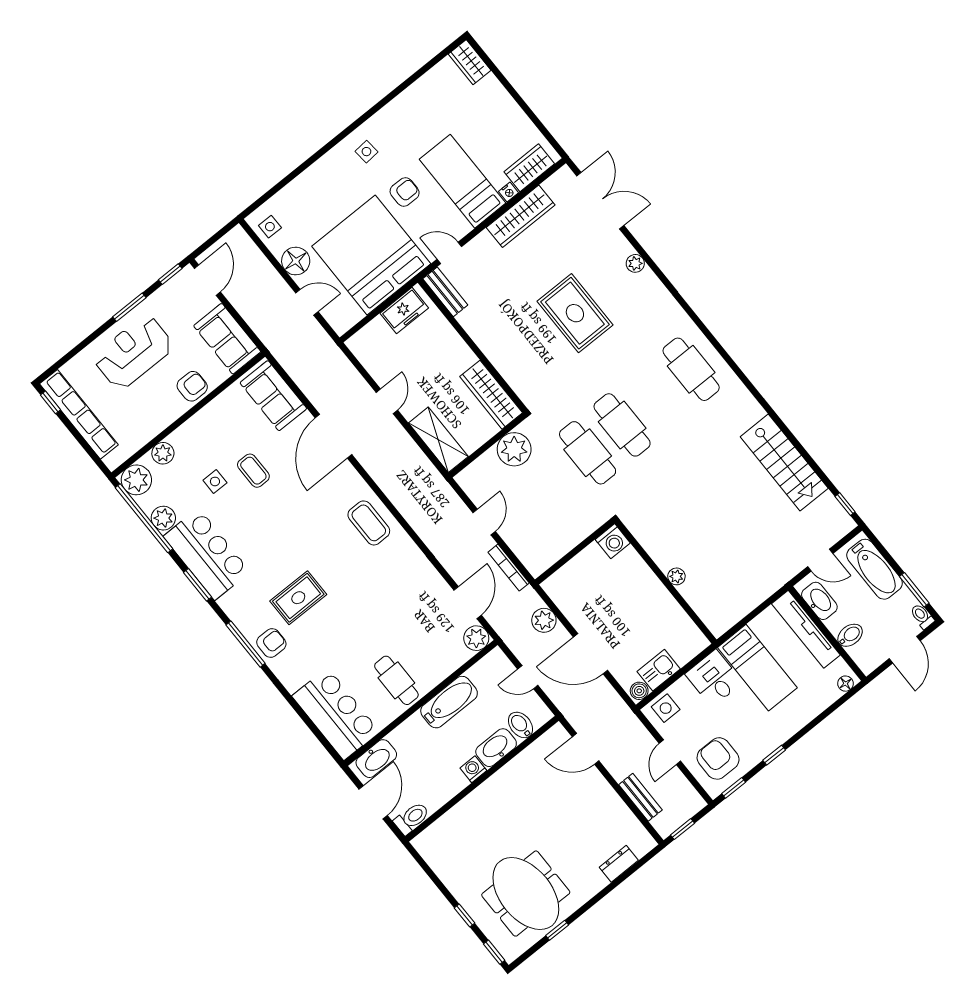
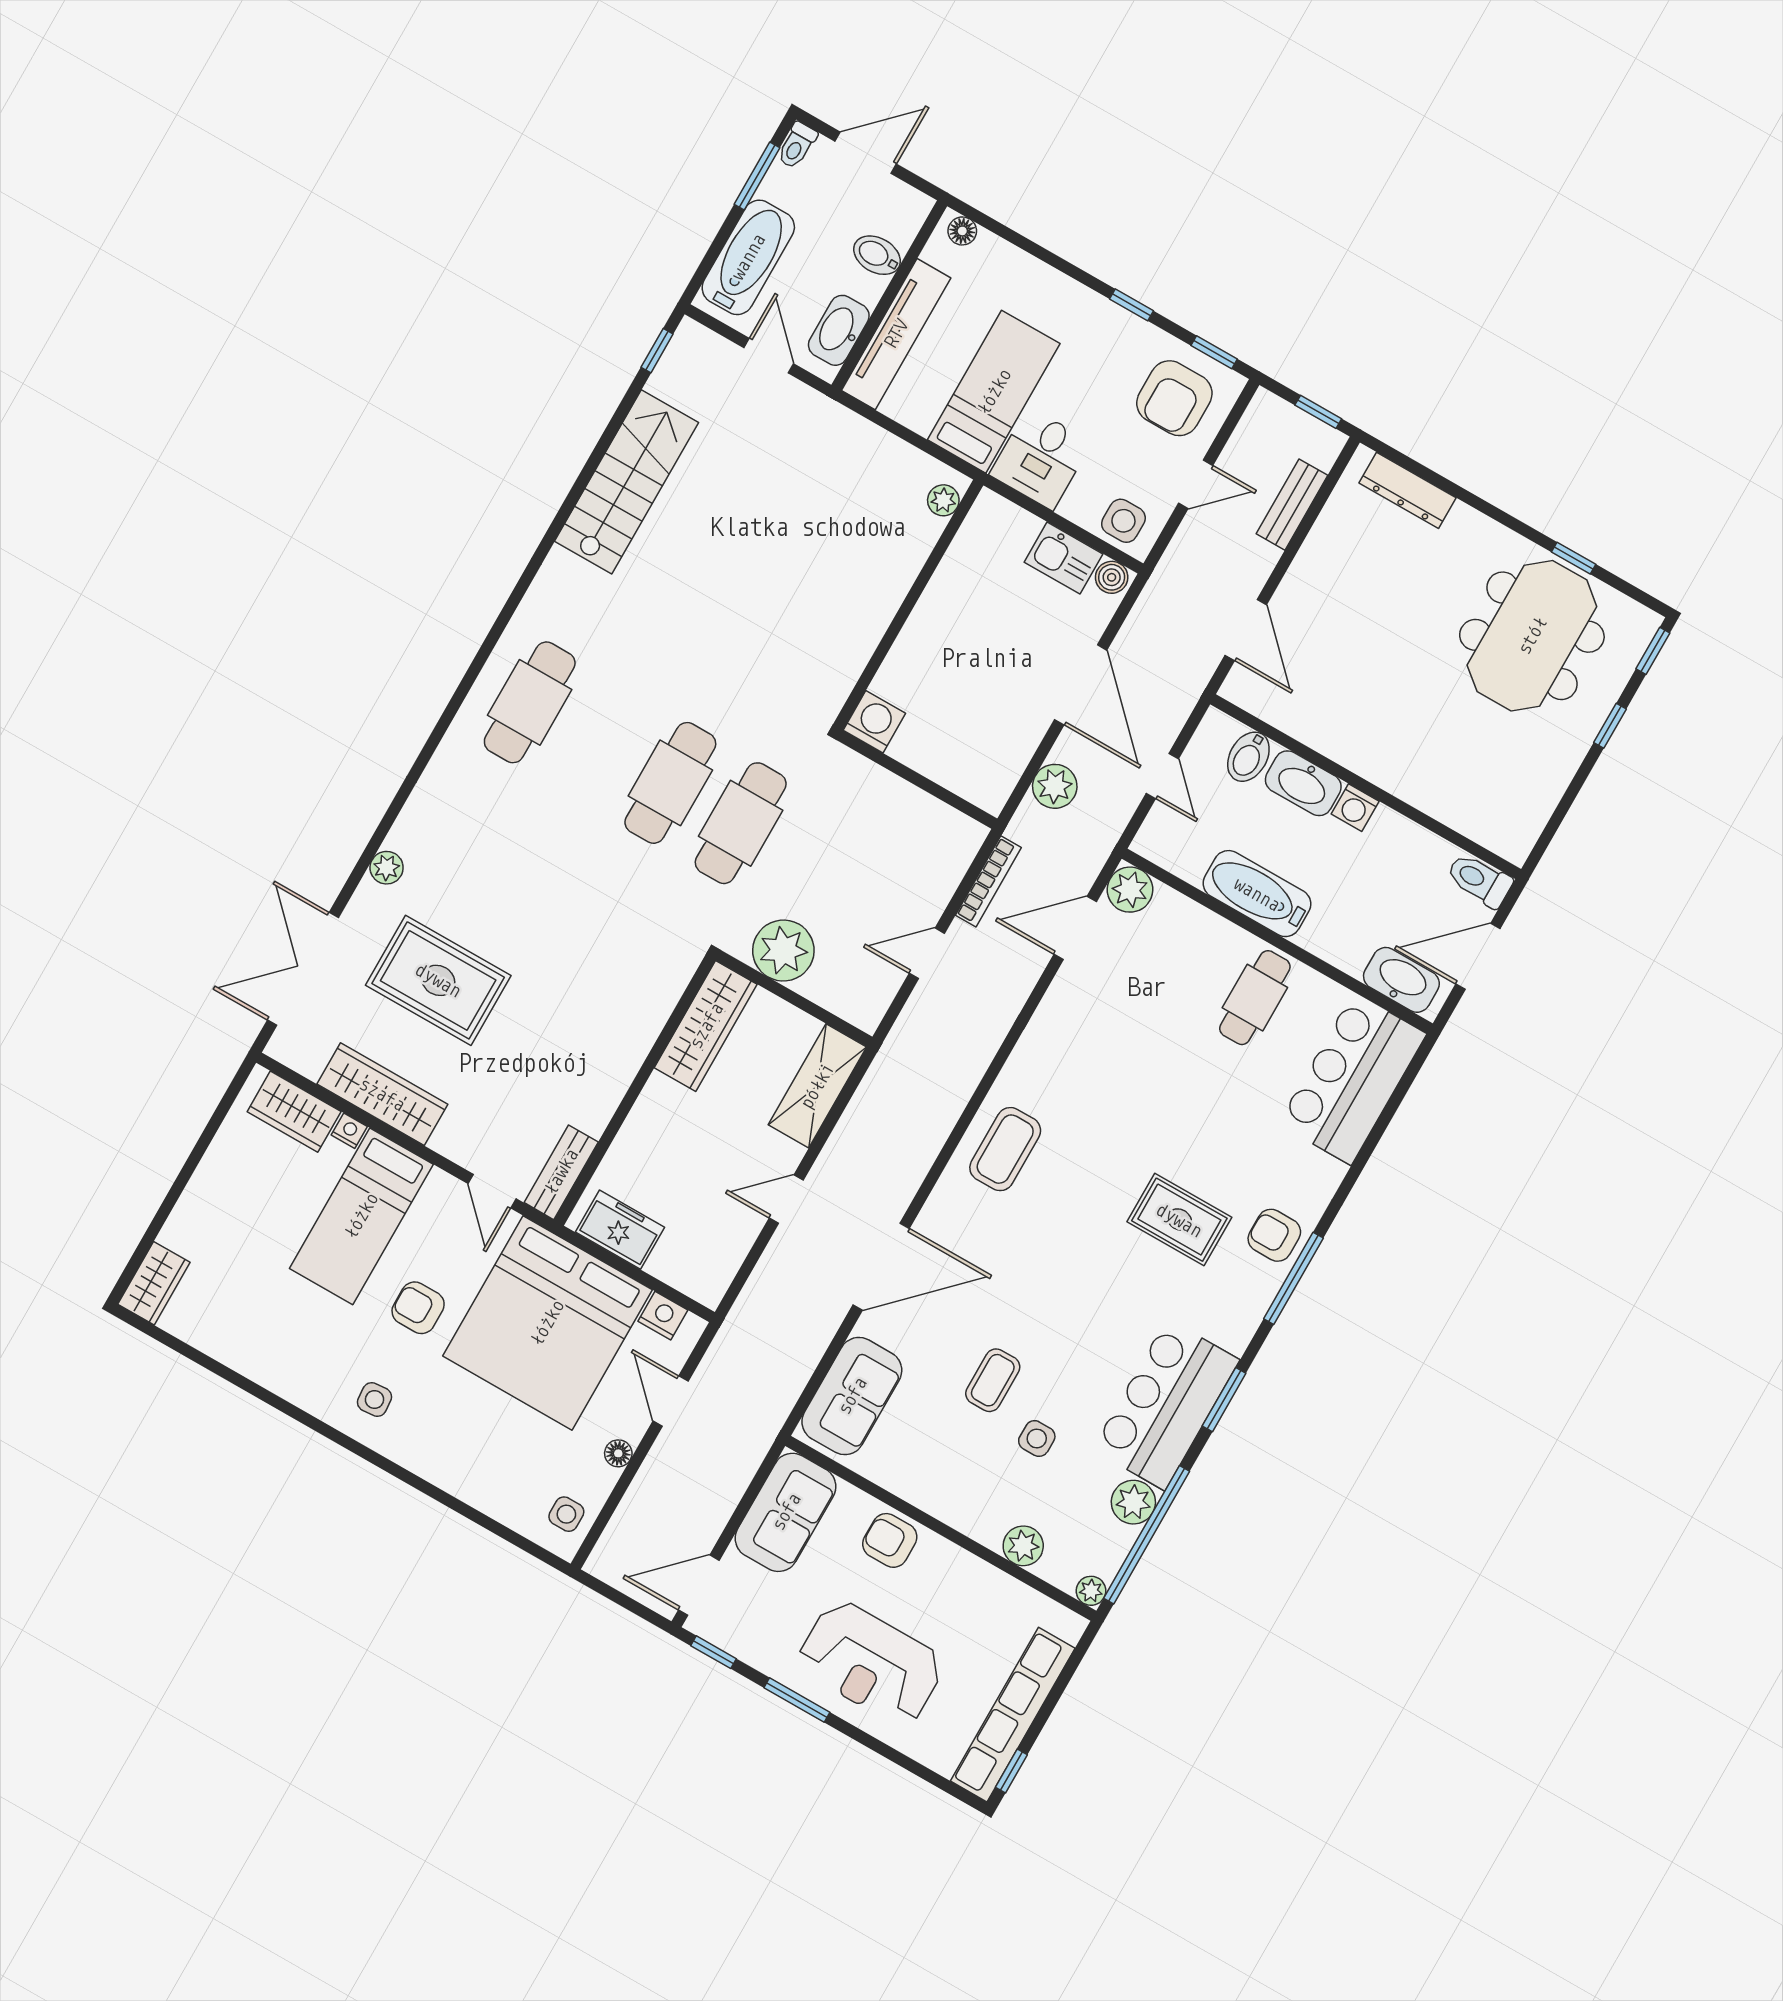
floor lamp: (296, 261) -> (618, 1453), width x0.53, depth x0.53
rug: (575, 313) -> (438, 980), moved, turned 90
nightstand: (352, 315) -> (663, 1316), added
plant: (136, 480) -> (1091, 1591), width x0.53, depth x0.53
plant: (676, 576) -> (943, 500), moved
dresser: (619, 864) -> (1408, 490), width x1.44

